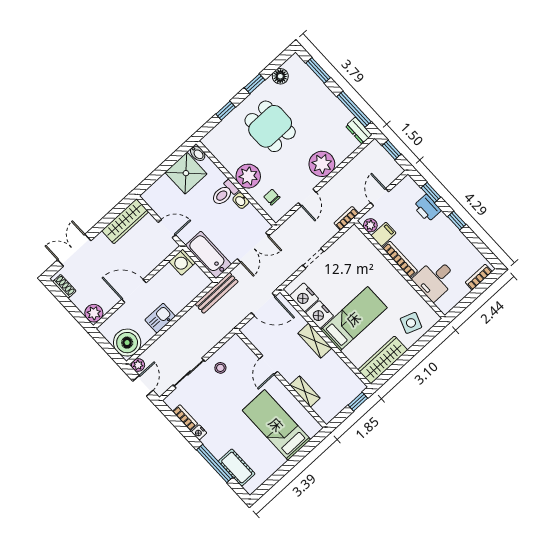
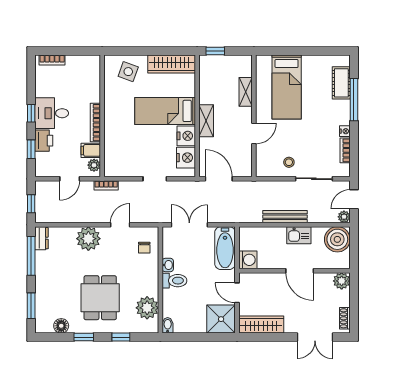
shower: (186, 173) -> (221, 319), moved
plant: (248, 176) -> (147, 308), moved
desk: (435, 279) -> (52, 113), moved, turned 180
bench: (217, 293) -> (285, 217), moved

